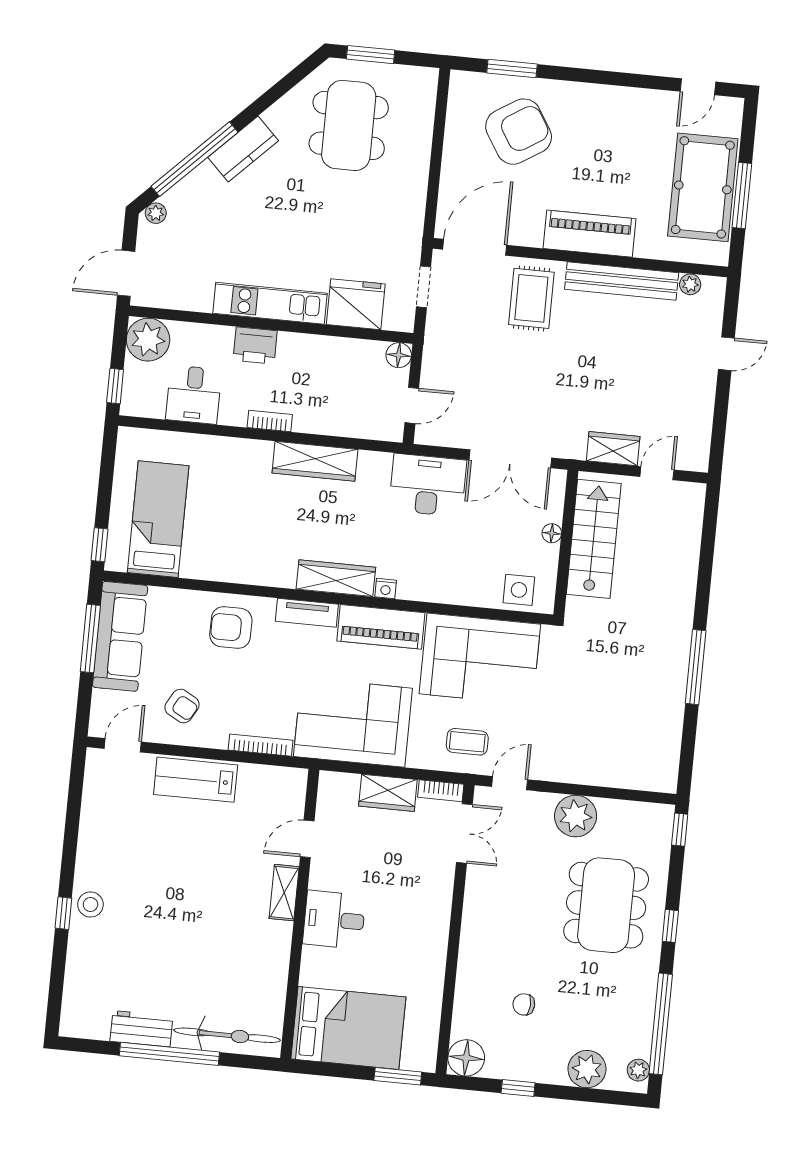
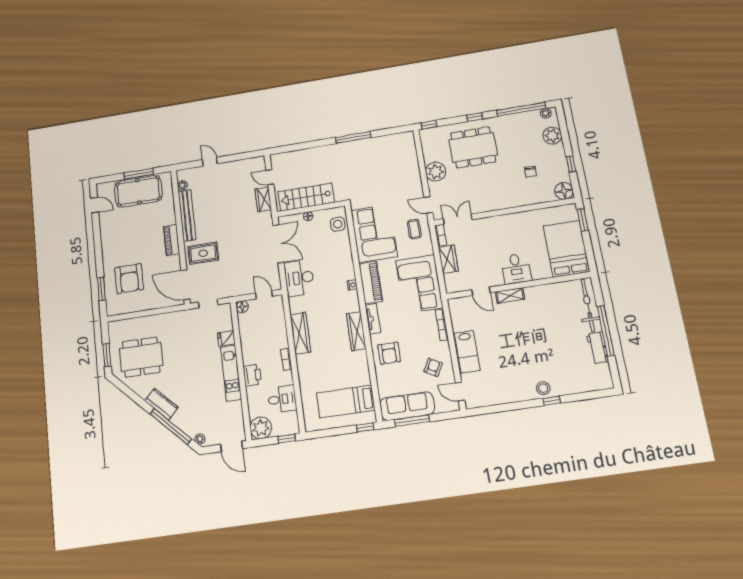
armchair: (519, 132) -> (129, 279), turned -148
piano: (589, 234) -> (171, 240), width x0.73, depth x0.75
fridge: (356, 304) -> (226, 338), width x0.53, depth x0.75
wardrobe: (336, 578) -> (356, 331), moved

